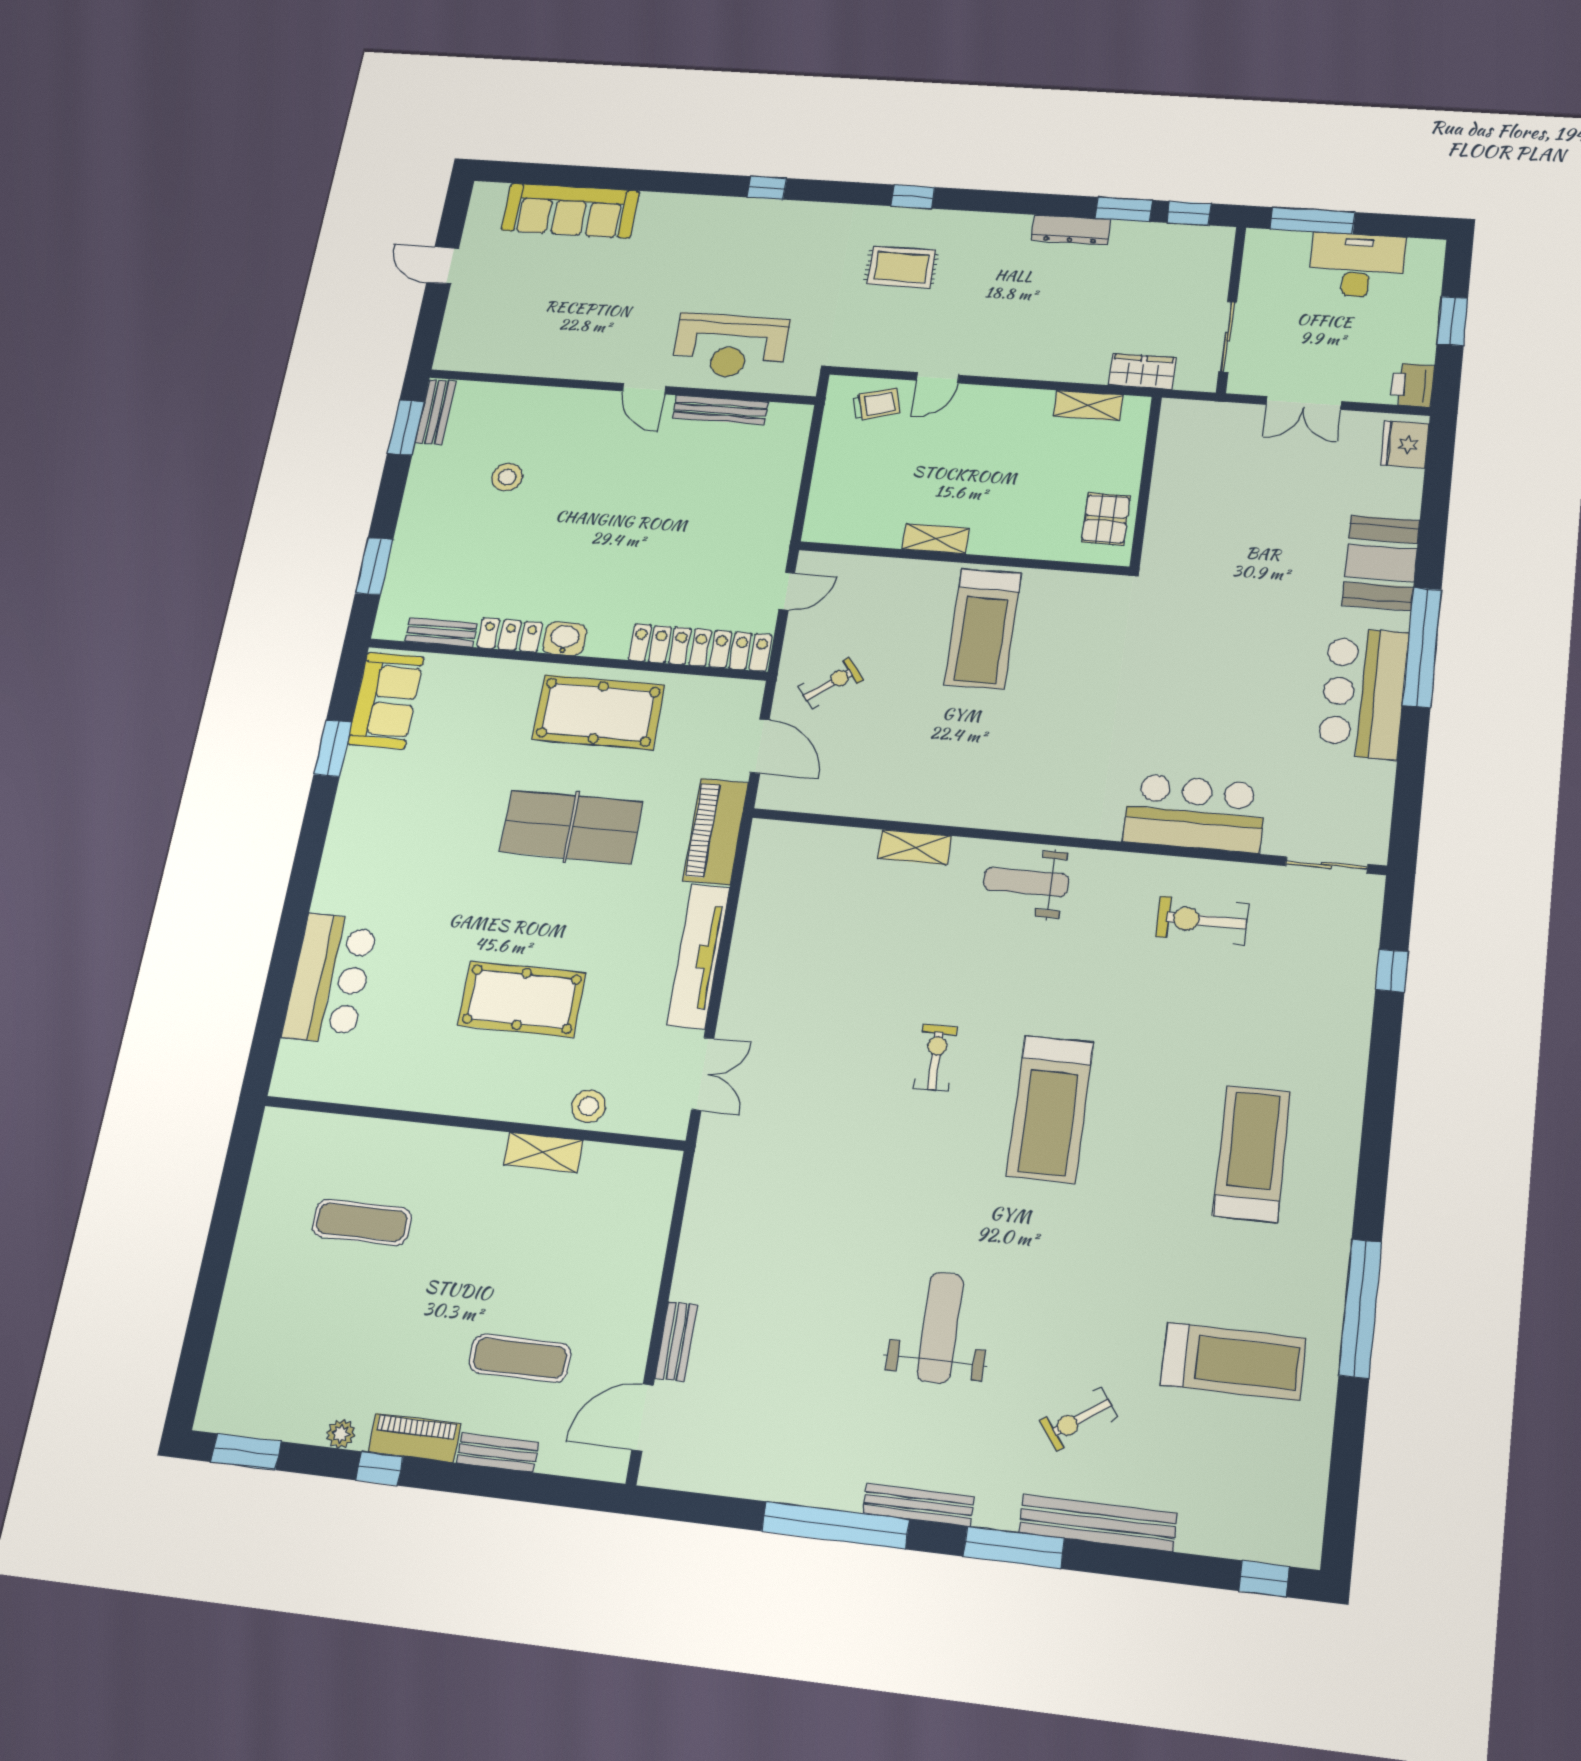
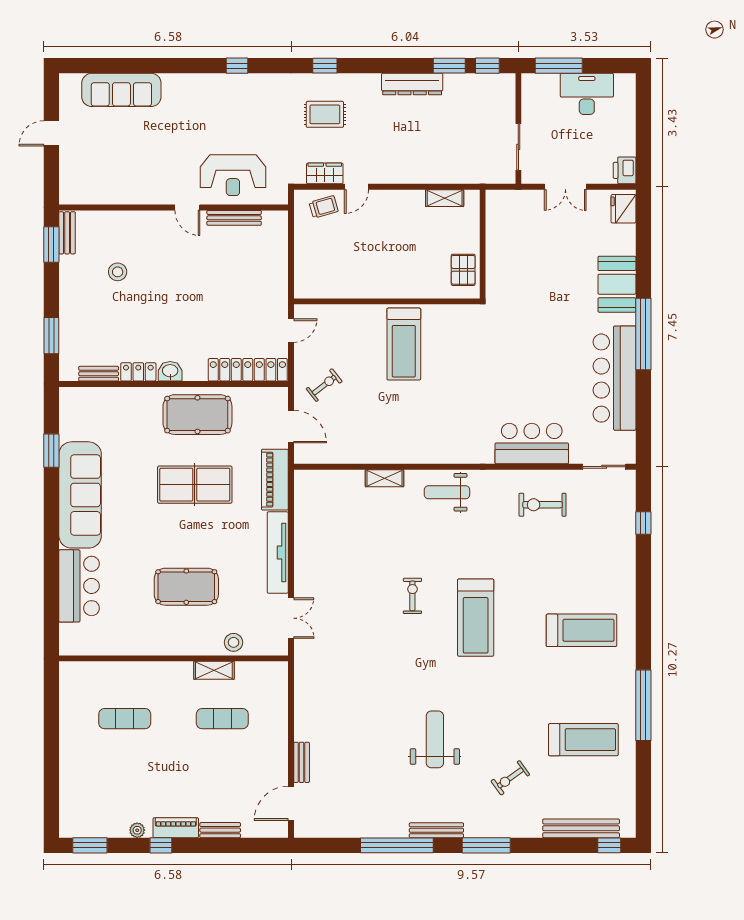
dresser: (1071, 230) -> (412, 84), width x1.37, depth x1.24
door: (443, 265) -> (51, 133), hinge flipped
window: (1452, 321) -> (643, 127), removed
wardrobe: (1142, 372) -> (325, 173), moved
shelving: (936, 539) -> (370, 290), removed
bar counter: (1363, 693) -> (614, 378), width x1.36
sofa: (386, 700) -> (80, 495), moved, width x1.85, depth x1.27
treadmill: (1252, 1154) -> (581, 630), turned 90
exercise mat: (520, 1358) -> (222, 719), moved
bench: (1098, 1523) -> (581, 828), moved

